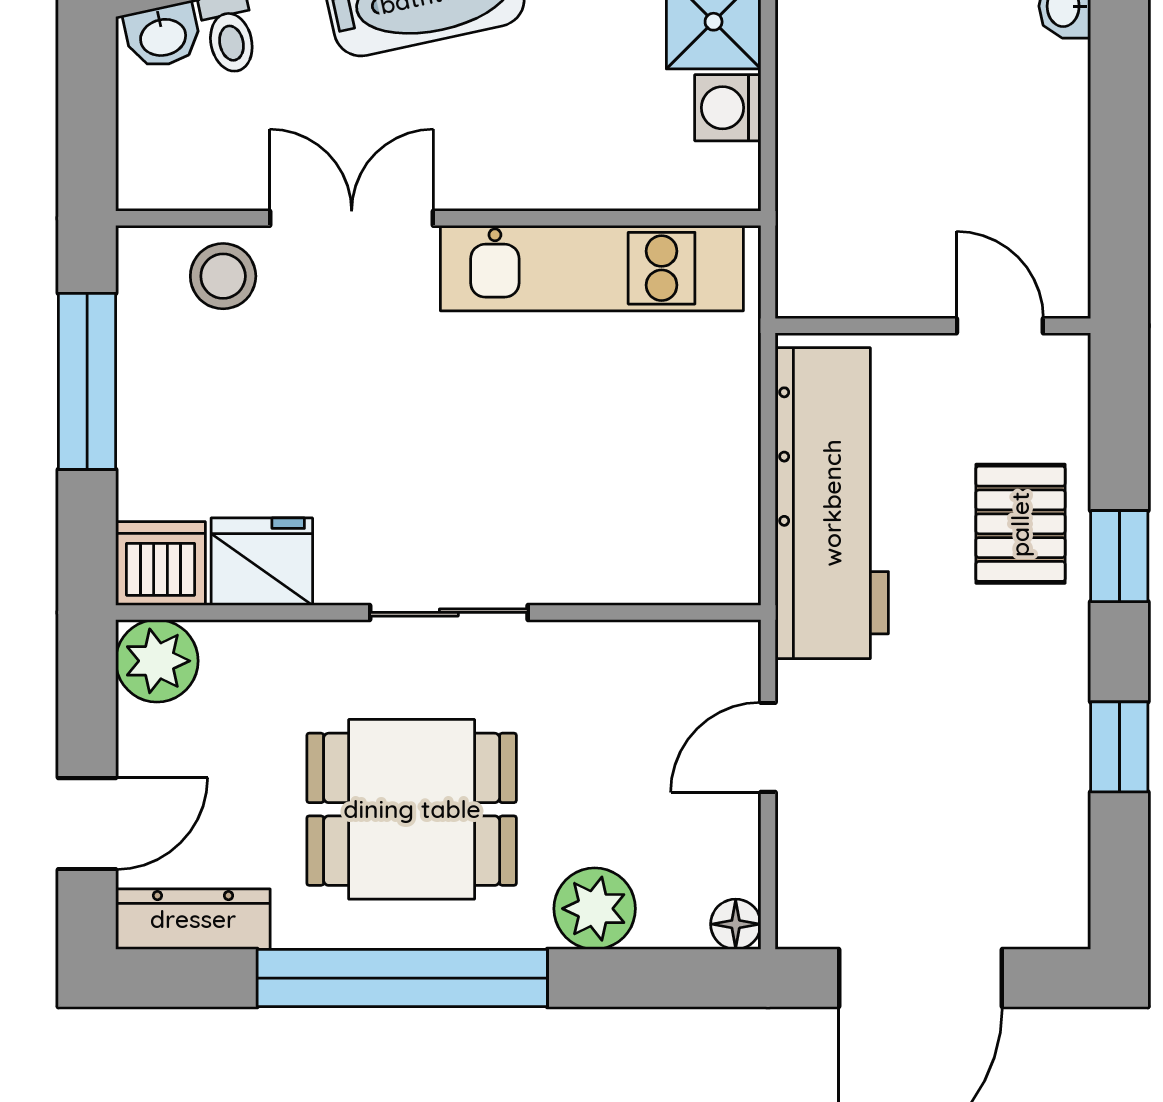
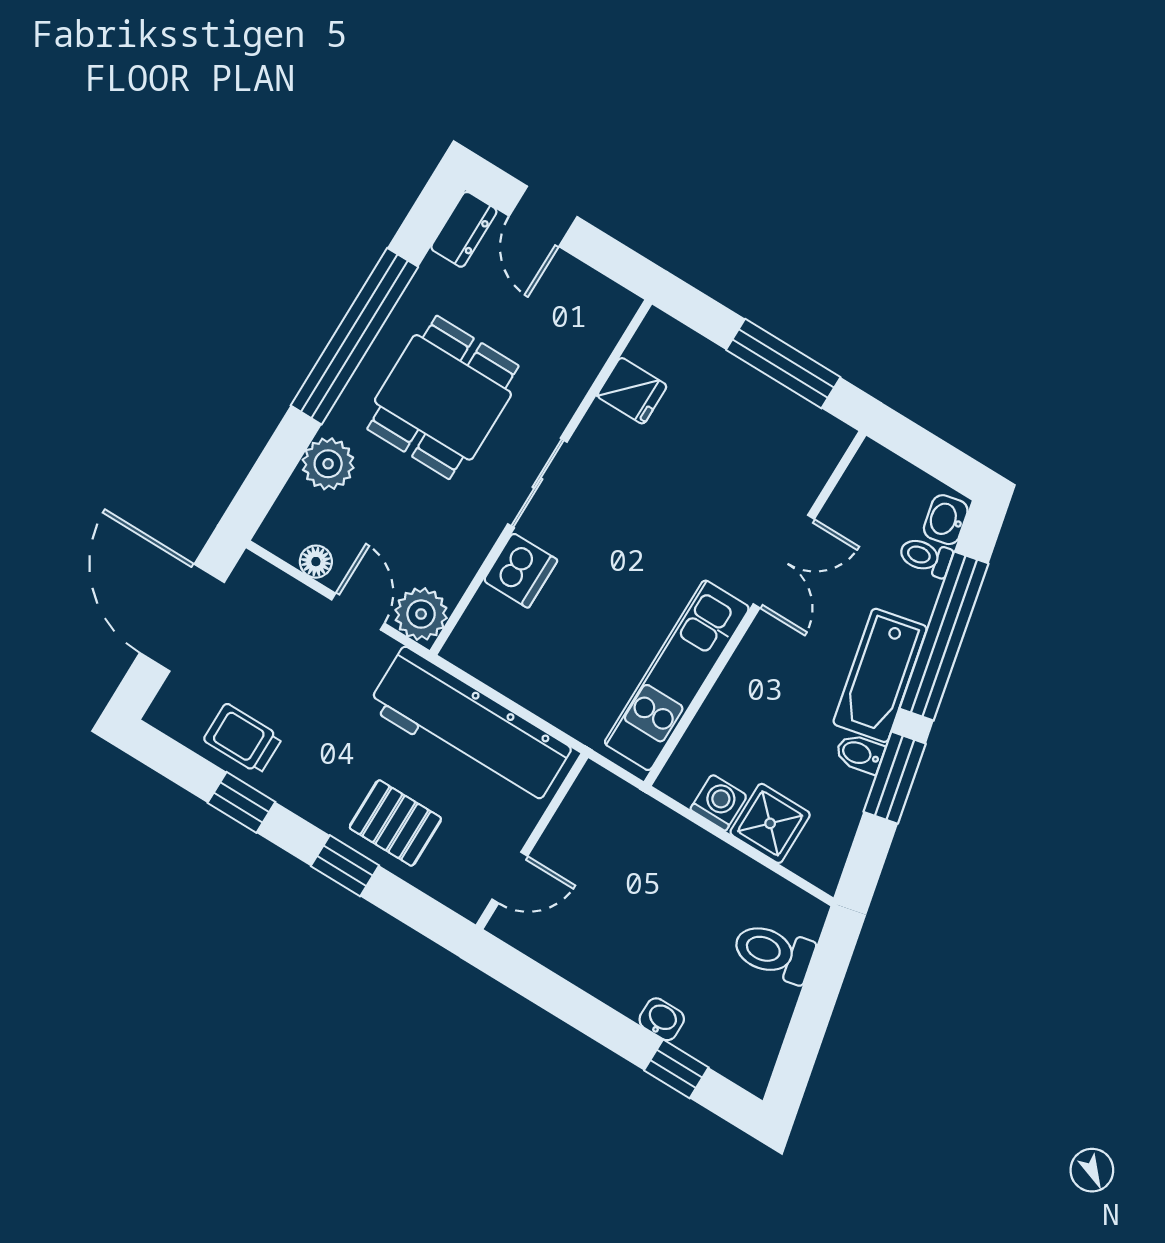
stool: (223, 276) -> (795, 472), removed
fridge: (262, 562) -> (632, 391), width x0.72
dishwasher: (161, 563) -> (521, 570), moved
plant: (157, 661) -> (421, 614), moved
trolley: (1033, 797) -> (243, 739), added
dresser: (193, 919) -> (464, 229), width x0.70
floor lamp: (736, 924) -> (316, 562), moved

